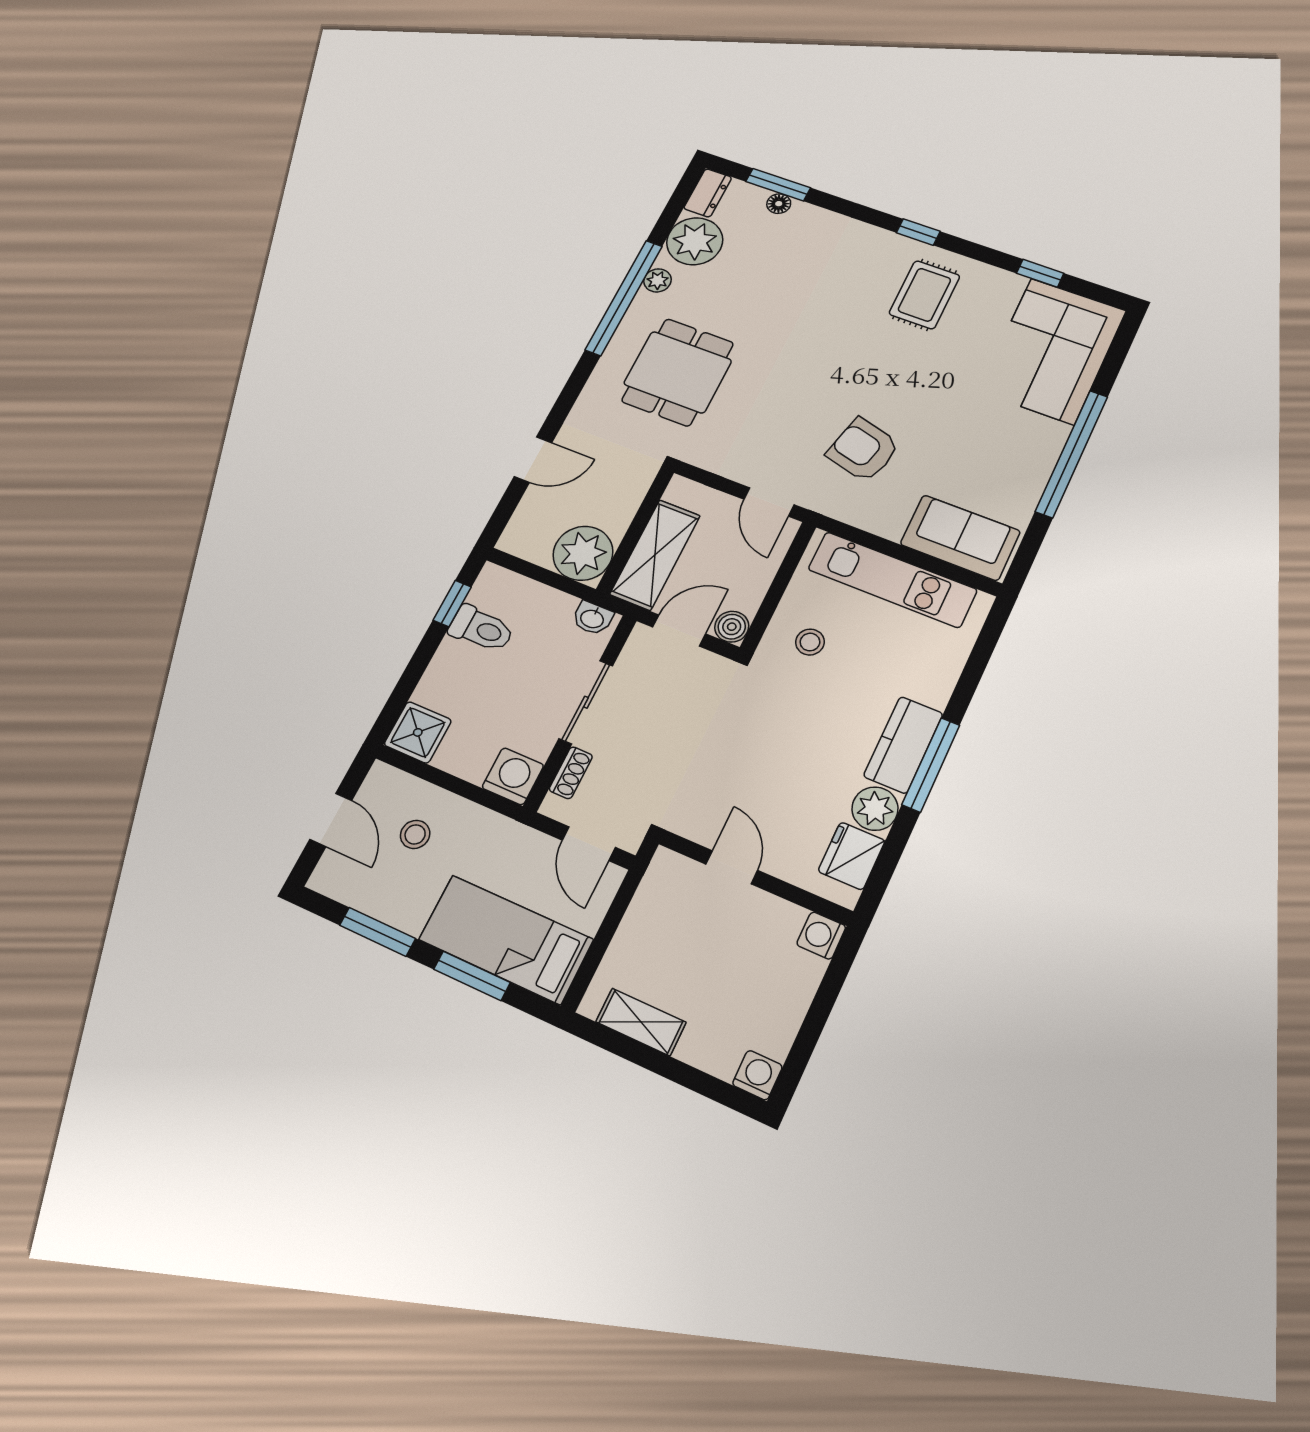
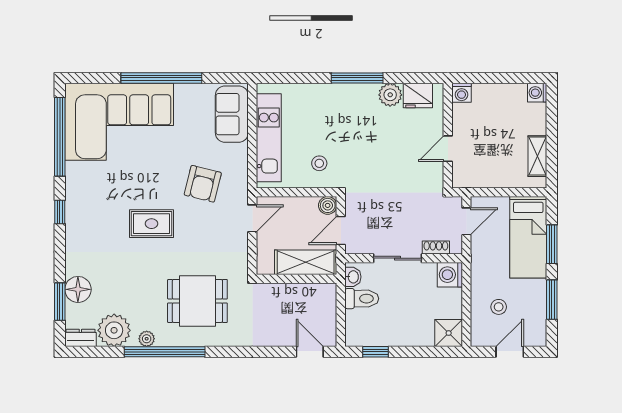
floor lamp: (779, 204) -> (78, 289), width x1.89, depth x1.89
window: (1040, 273) -> (60, 137), width x3.17
rug: (924, 295) -> (152, 224), moved
corner sofa: (1052, 351) -> (119, 122), width x1.36, depth x1.36
door: (533, 460) -> (310, 352), moved
plant: (583, 553) -> (320, 299), removed
toilet: (481, 629) -> (362, 299), moved, turned 90
door: (679, 630) -> (341, 230), hinge flipped
kitchen counter: (903, 745) -> (353, 95), removed

